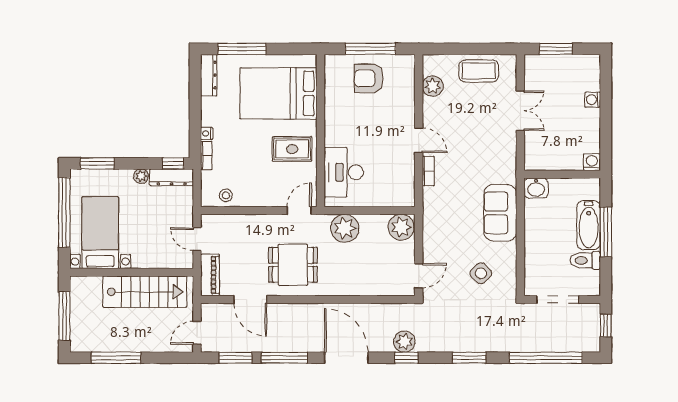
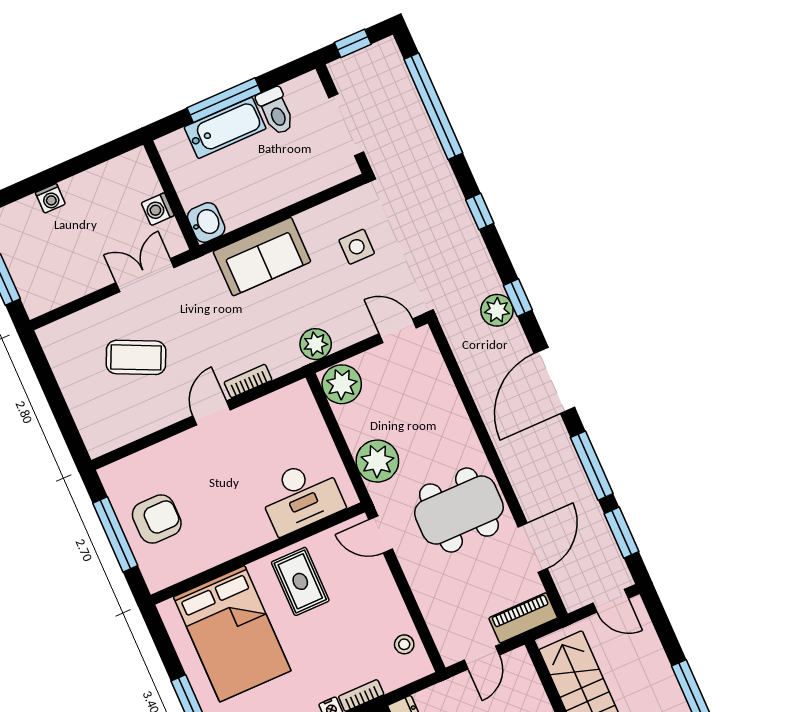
coffee table: (479, 71) -> (136, 357), moved, turned -65
armchair: (369, 78) -> (157, 519), turned -90
plant: (433, 86) -> (316, 344), moved
double door: (520, 111) -> (145, 275), moved
washing machine: (592, 162) -> (158, 209), moved
dining table: (293, 265) -> (459, 510), width x1.38
side table: (481, 273) -> (357, 247), turned 45
window: (469, 358) -> (480, 211), width x0.67

